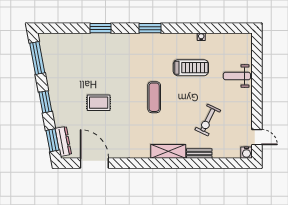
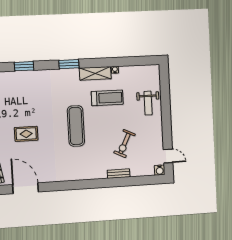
weight bench: (237, 76) -> (148, 103), turned -90
exercise mat: (154, 97) -> (76, 126), width x1.36, depth x1.45
shelving: (168, 151) -> (95, 73), moved

